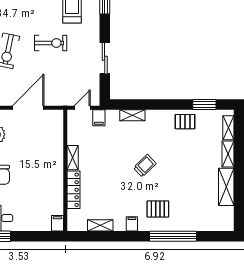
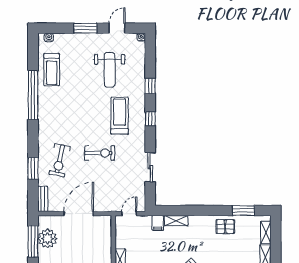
filing cabinet: (99, 118) -> (158, 223), moved

